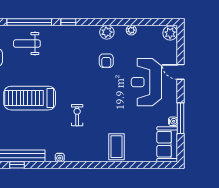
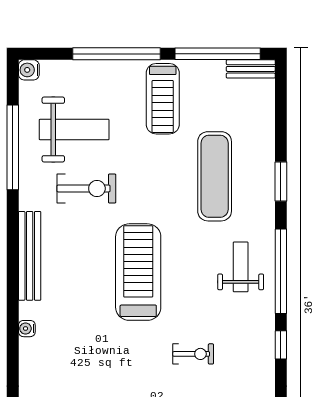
exercise bike: (77, 115) -> (193, 354), moved
window: (17, 165) -> (13, 248), removed

